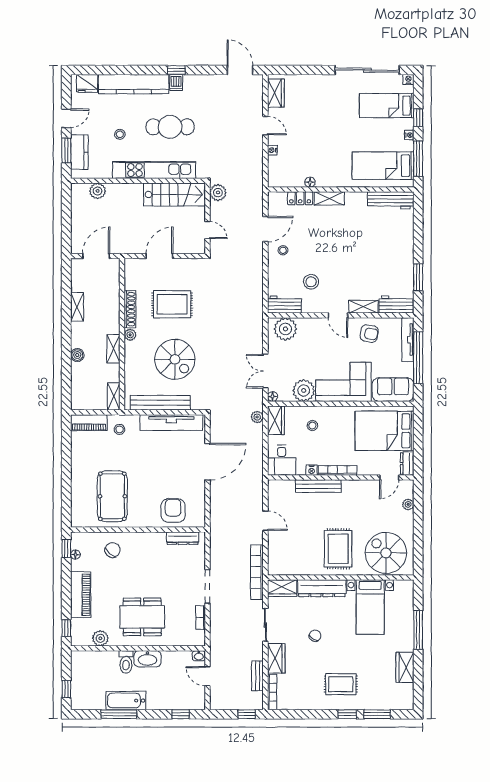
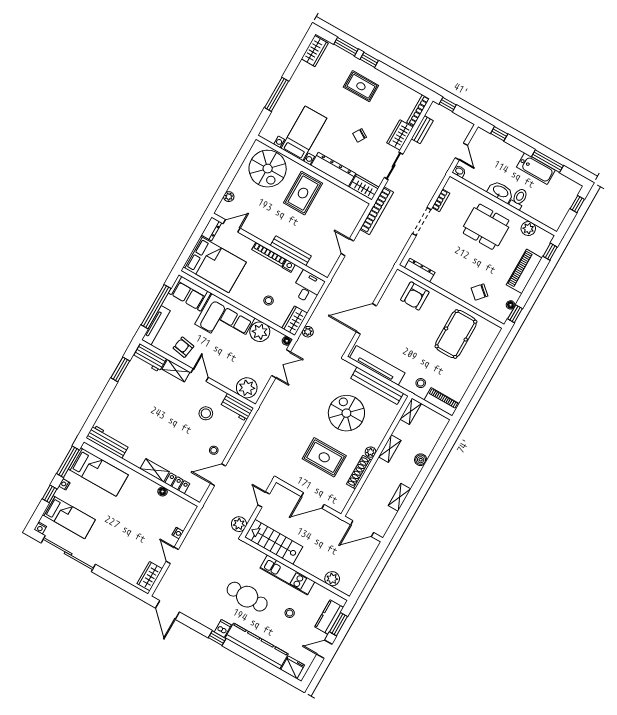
kitchen unit: (154, 170) -> (287, 575), width x0.73
wardrobe: (405, 667) -> (315, 51), moved

